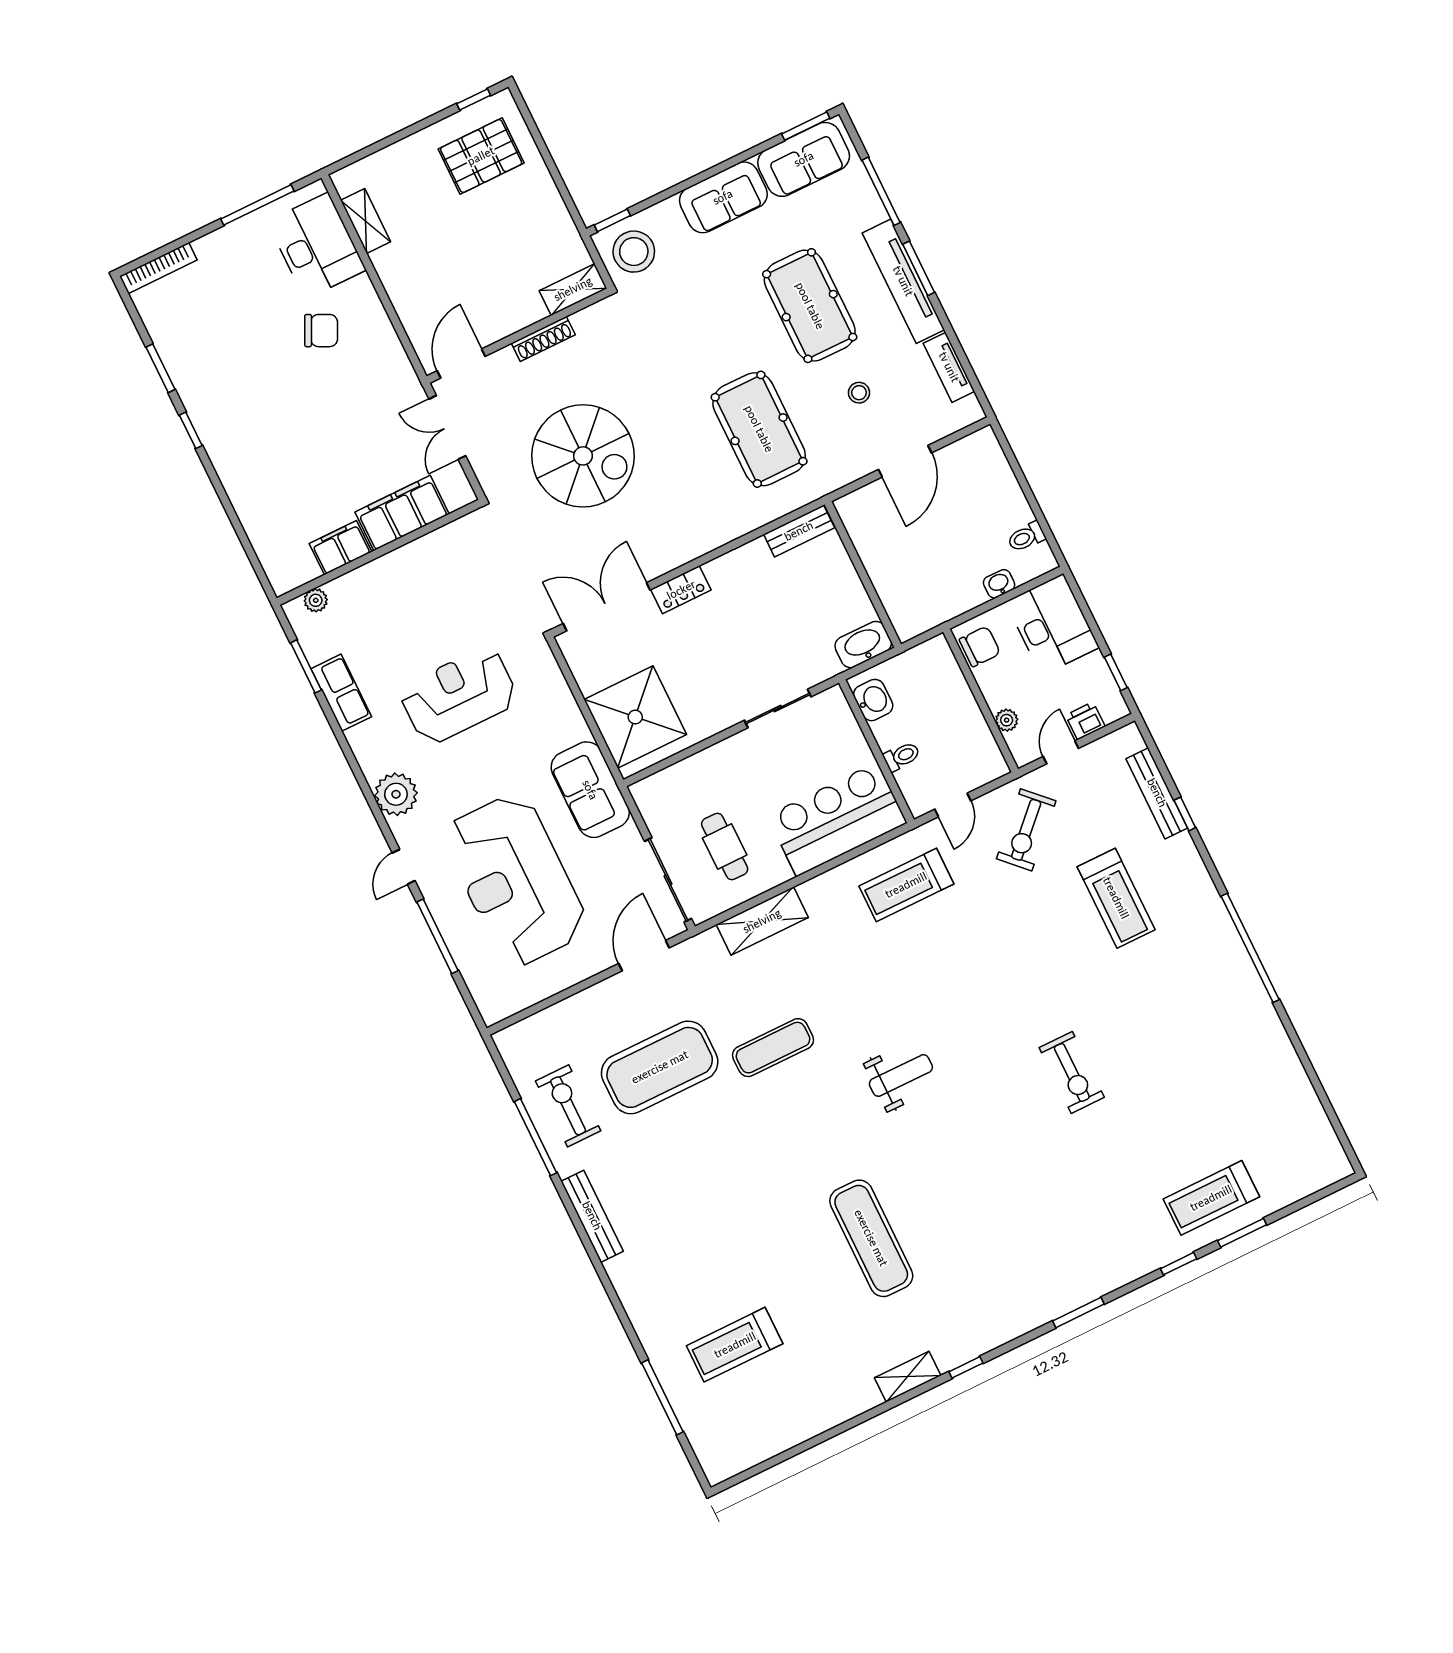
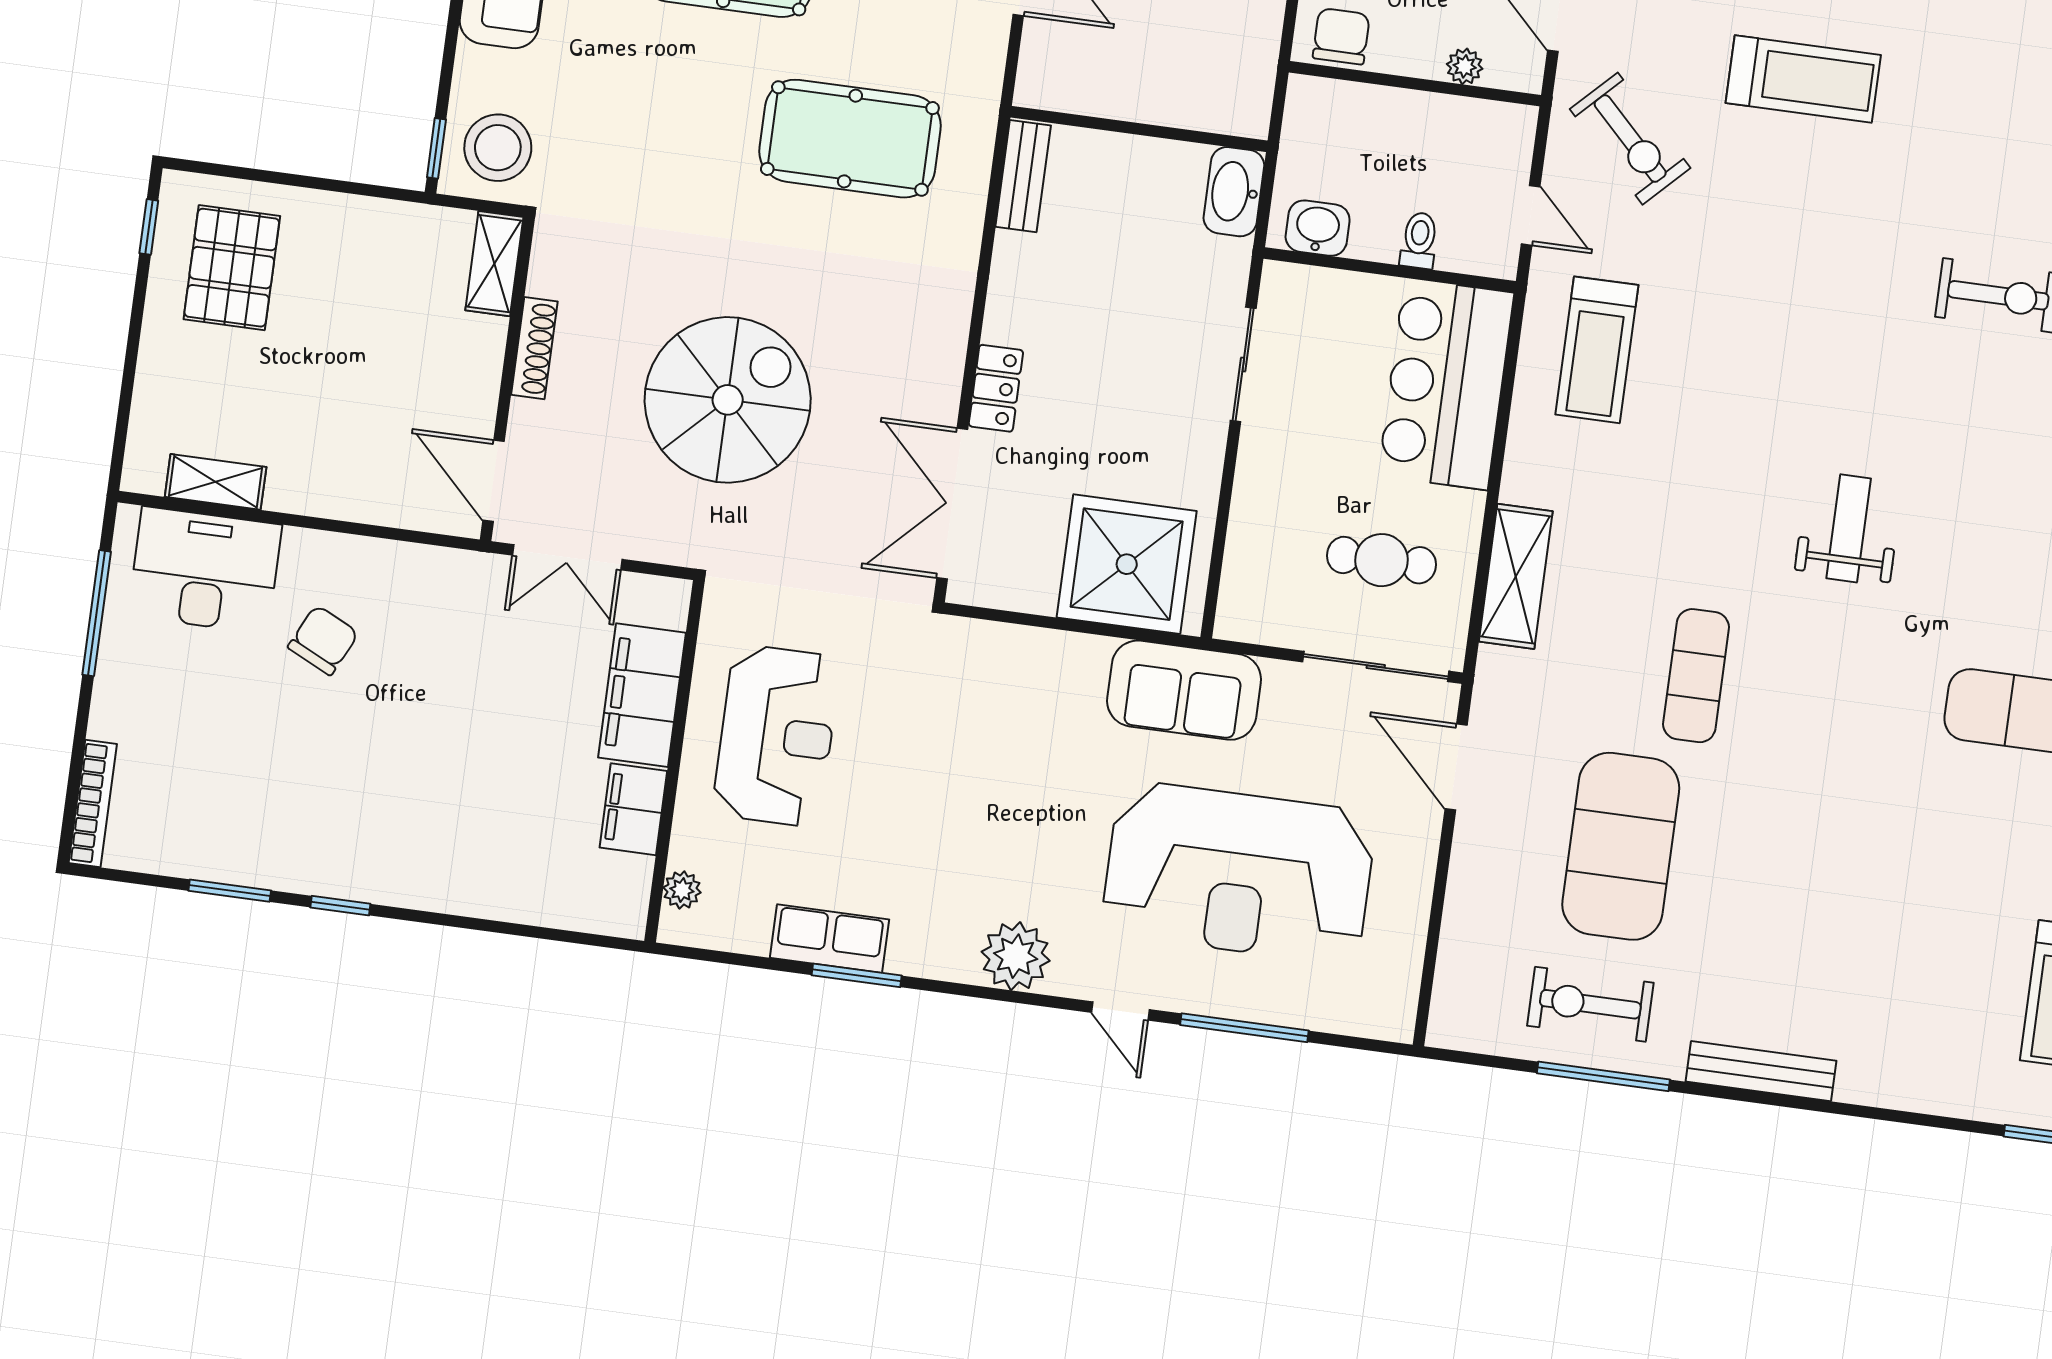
window: (306, 666) -> (857, 975), moved
reception desk: (459, 695) -> (776, 736), moved, turned 180

